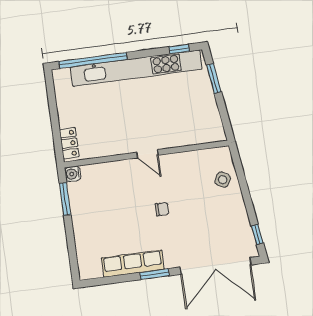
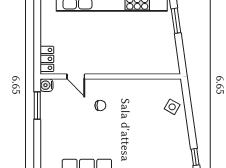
door: (148, 154) -> (76, 77), moved
chair: (162, 209) -> (100, 105), moved

